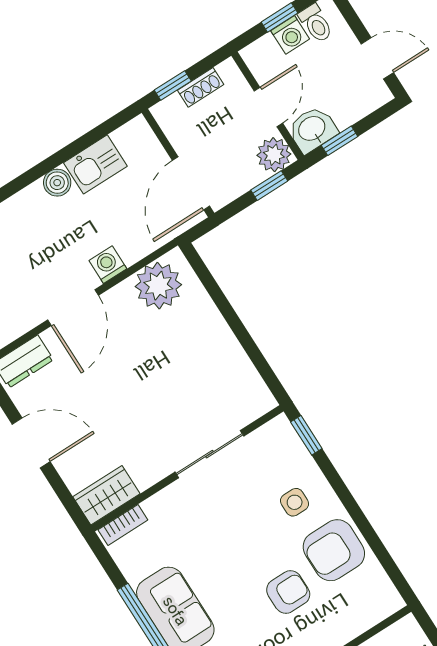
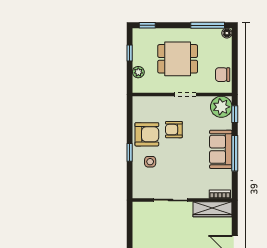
window: (306, 435) -> (130, 152), moved
wardrobe: (106, 495) -> (212, 209), width x1.50

